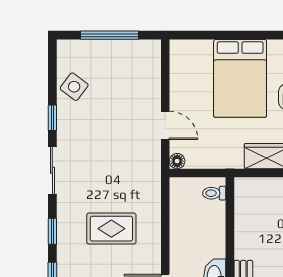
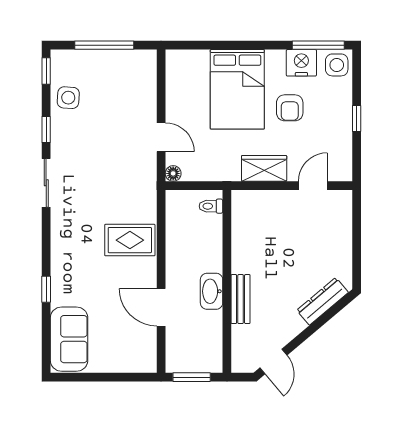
side table: (74, 87) -> (68, 98), turned -33
rug: (111, 229) -> (130, 240), moved
window: (52, 231) -> (46, 71), moved

